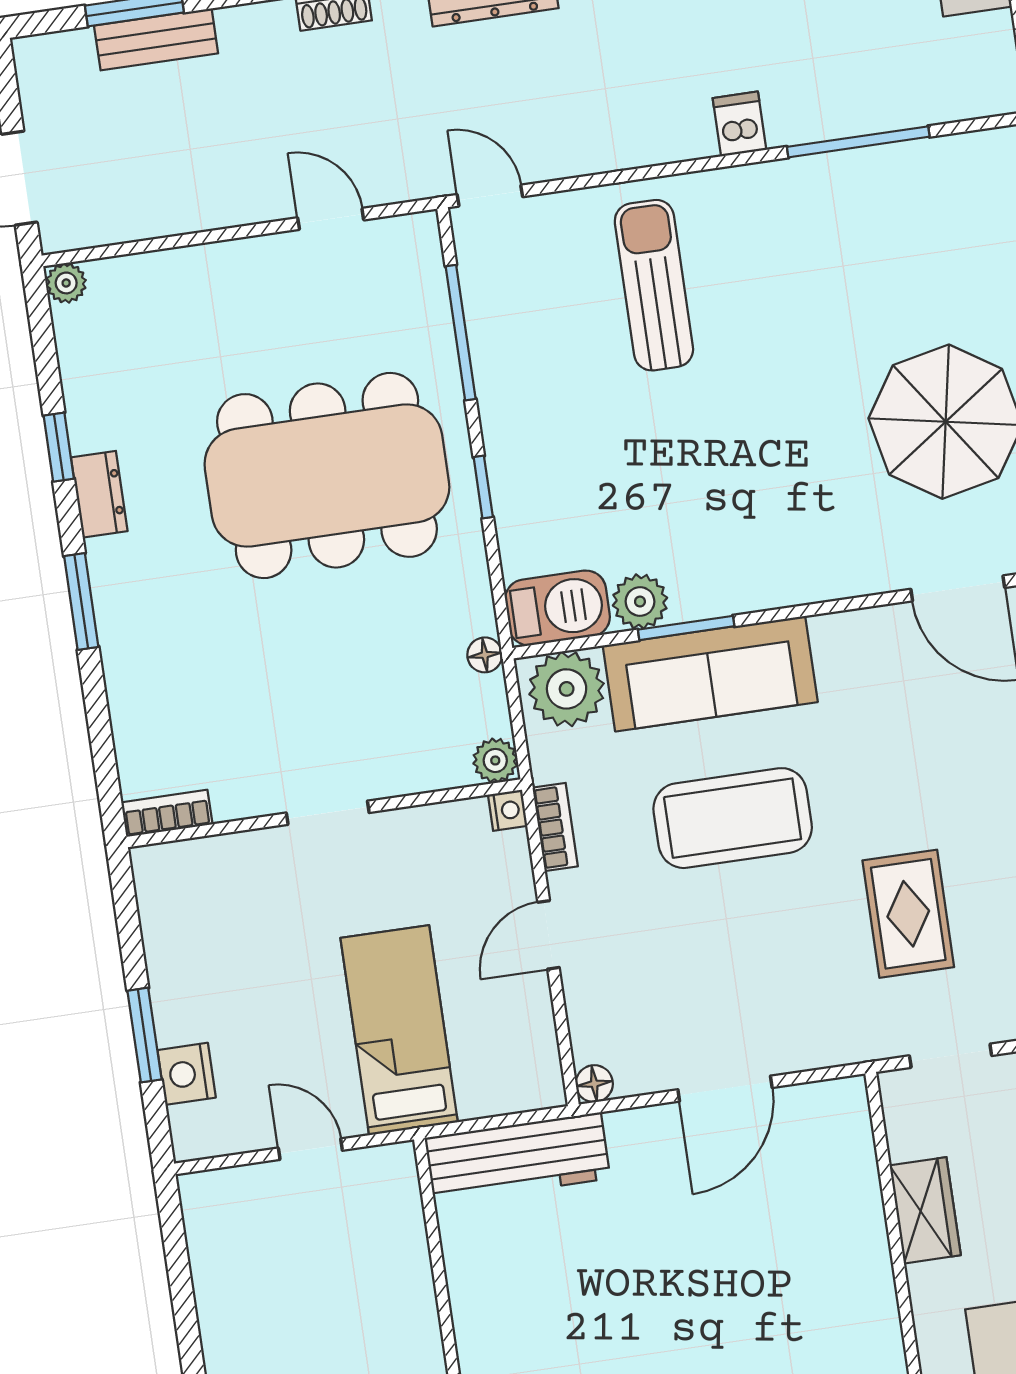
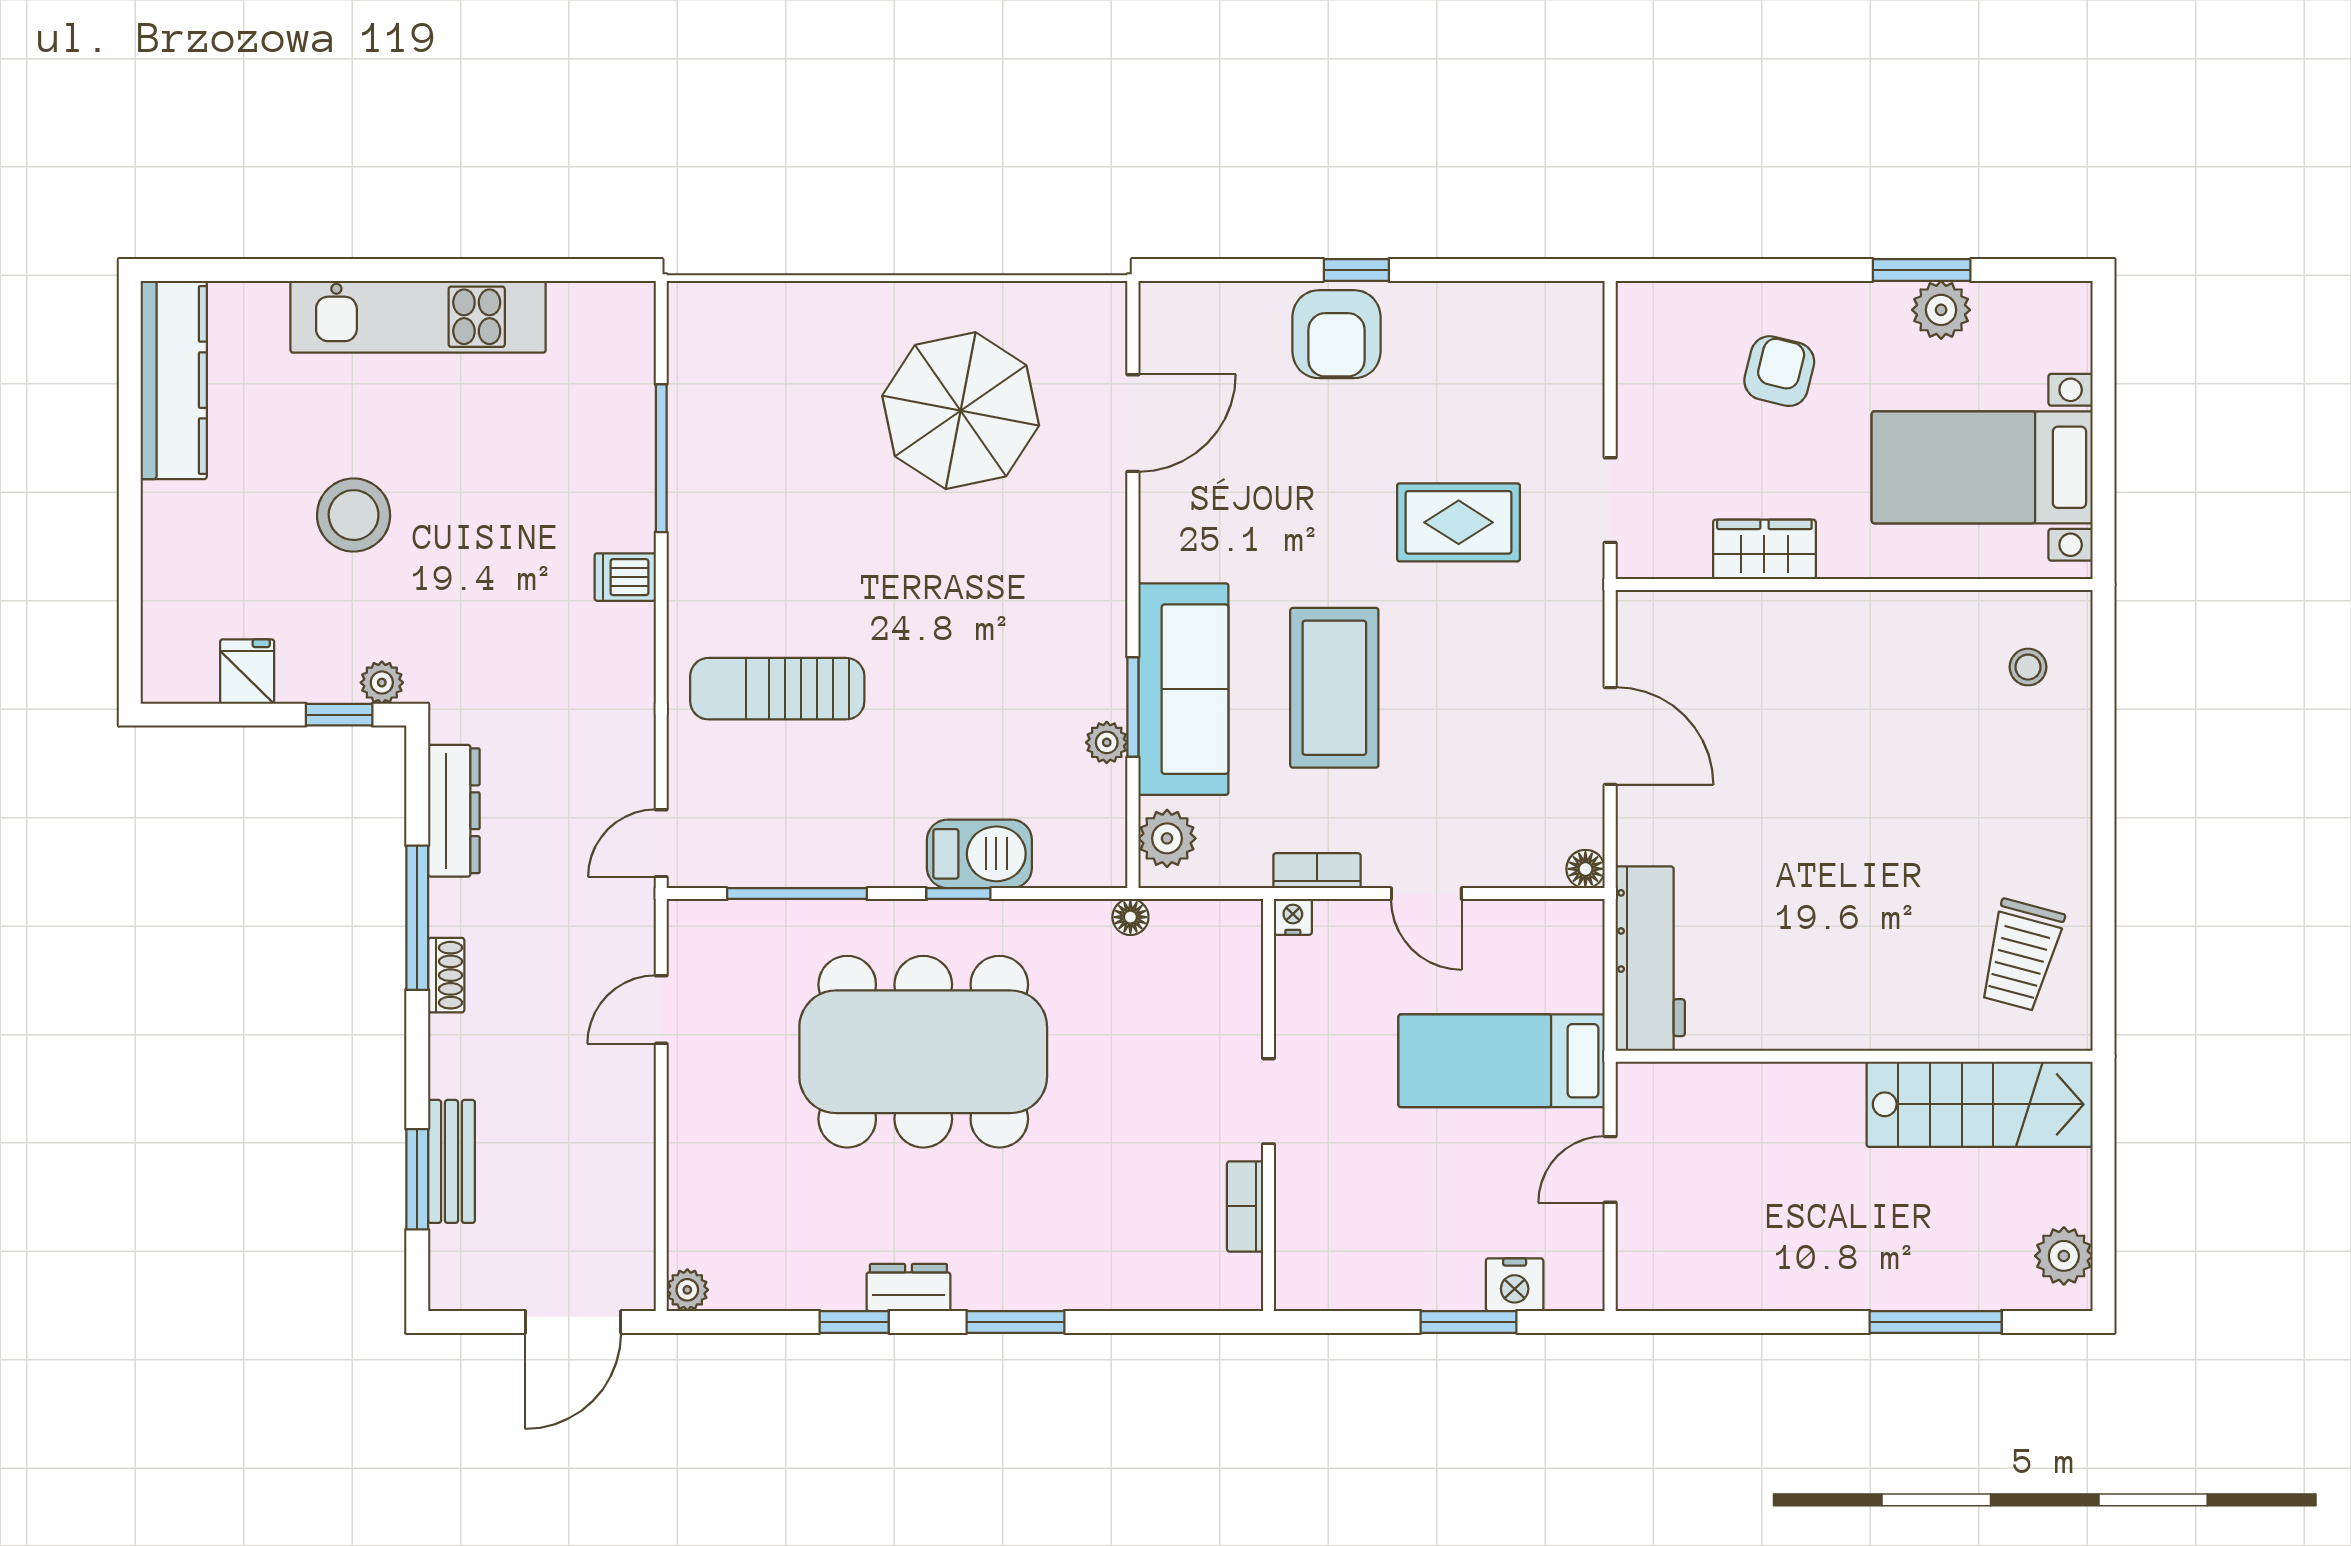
dining table: (327, 475) -> (923, 1052), turned 90
plant: (640, 602) -> (1107, 742), width x0.73, depth x0.73
barbecue: (557, 608) -> (979, 854), moved, turned 90
plant: (567, 689) -> (1167, 838), width x0.73, depth x0.73
plant: (495, 760) -> (1240, 922), removed
bookcase: (167, 813) -> (1245, 1206), moved

